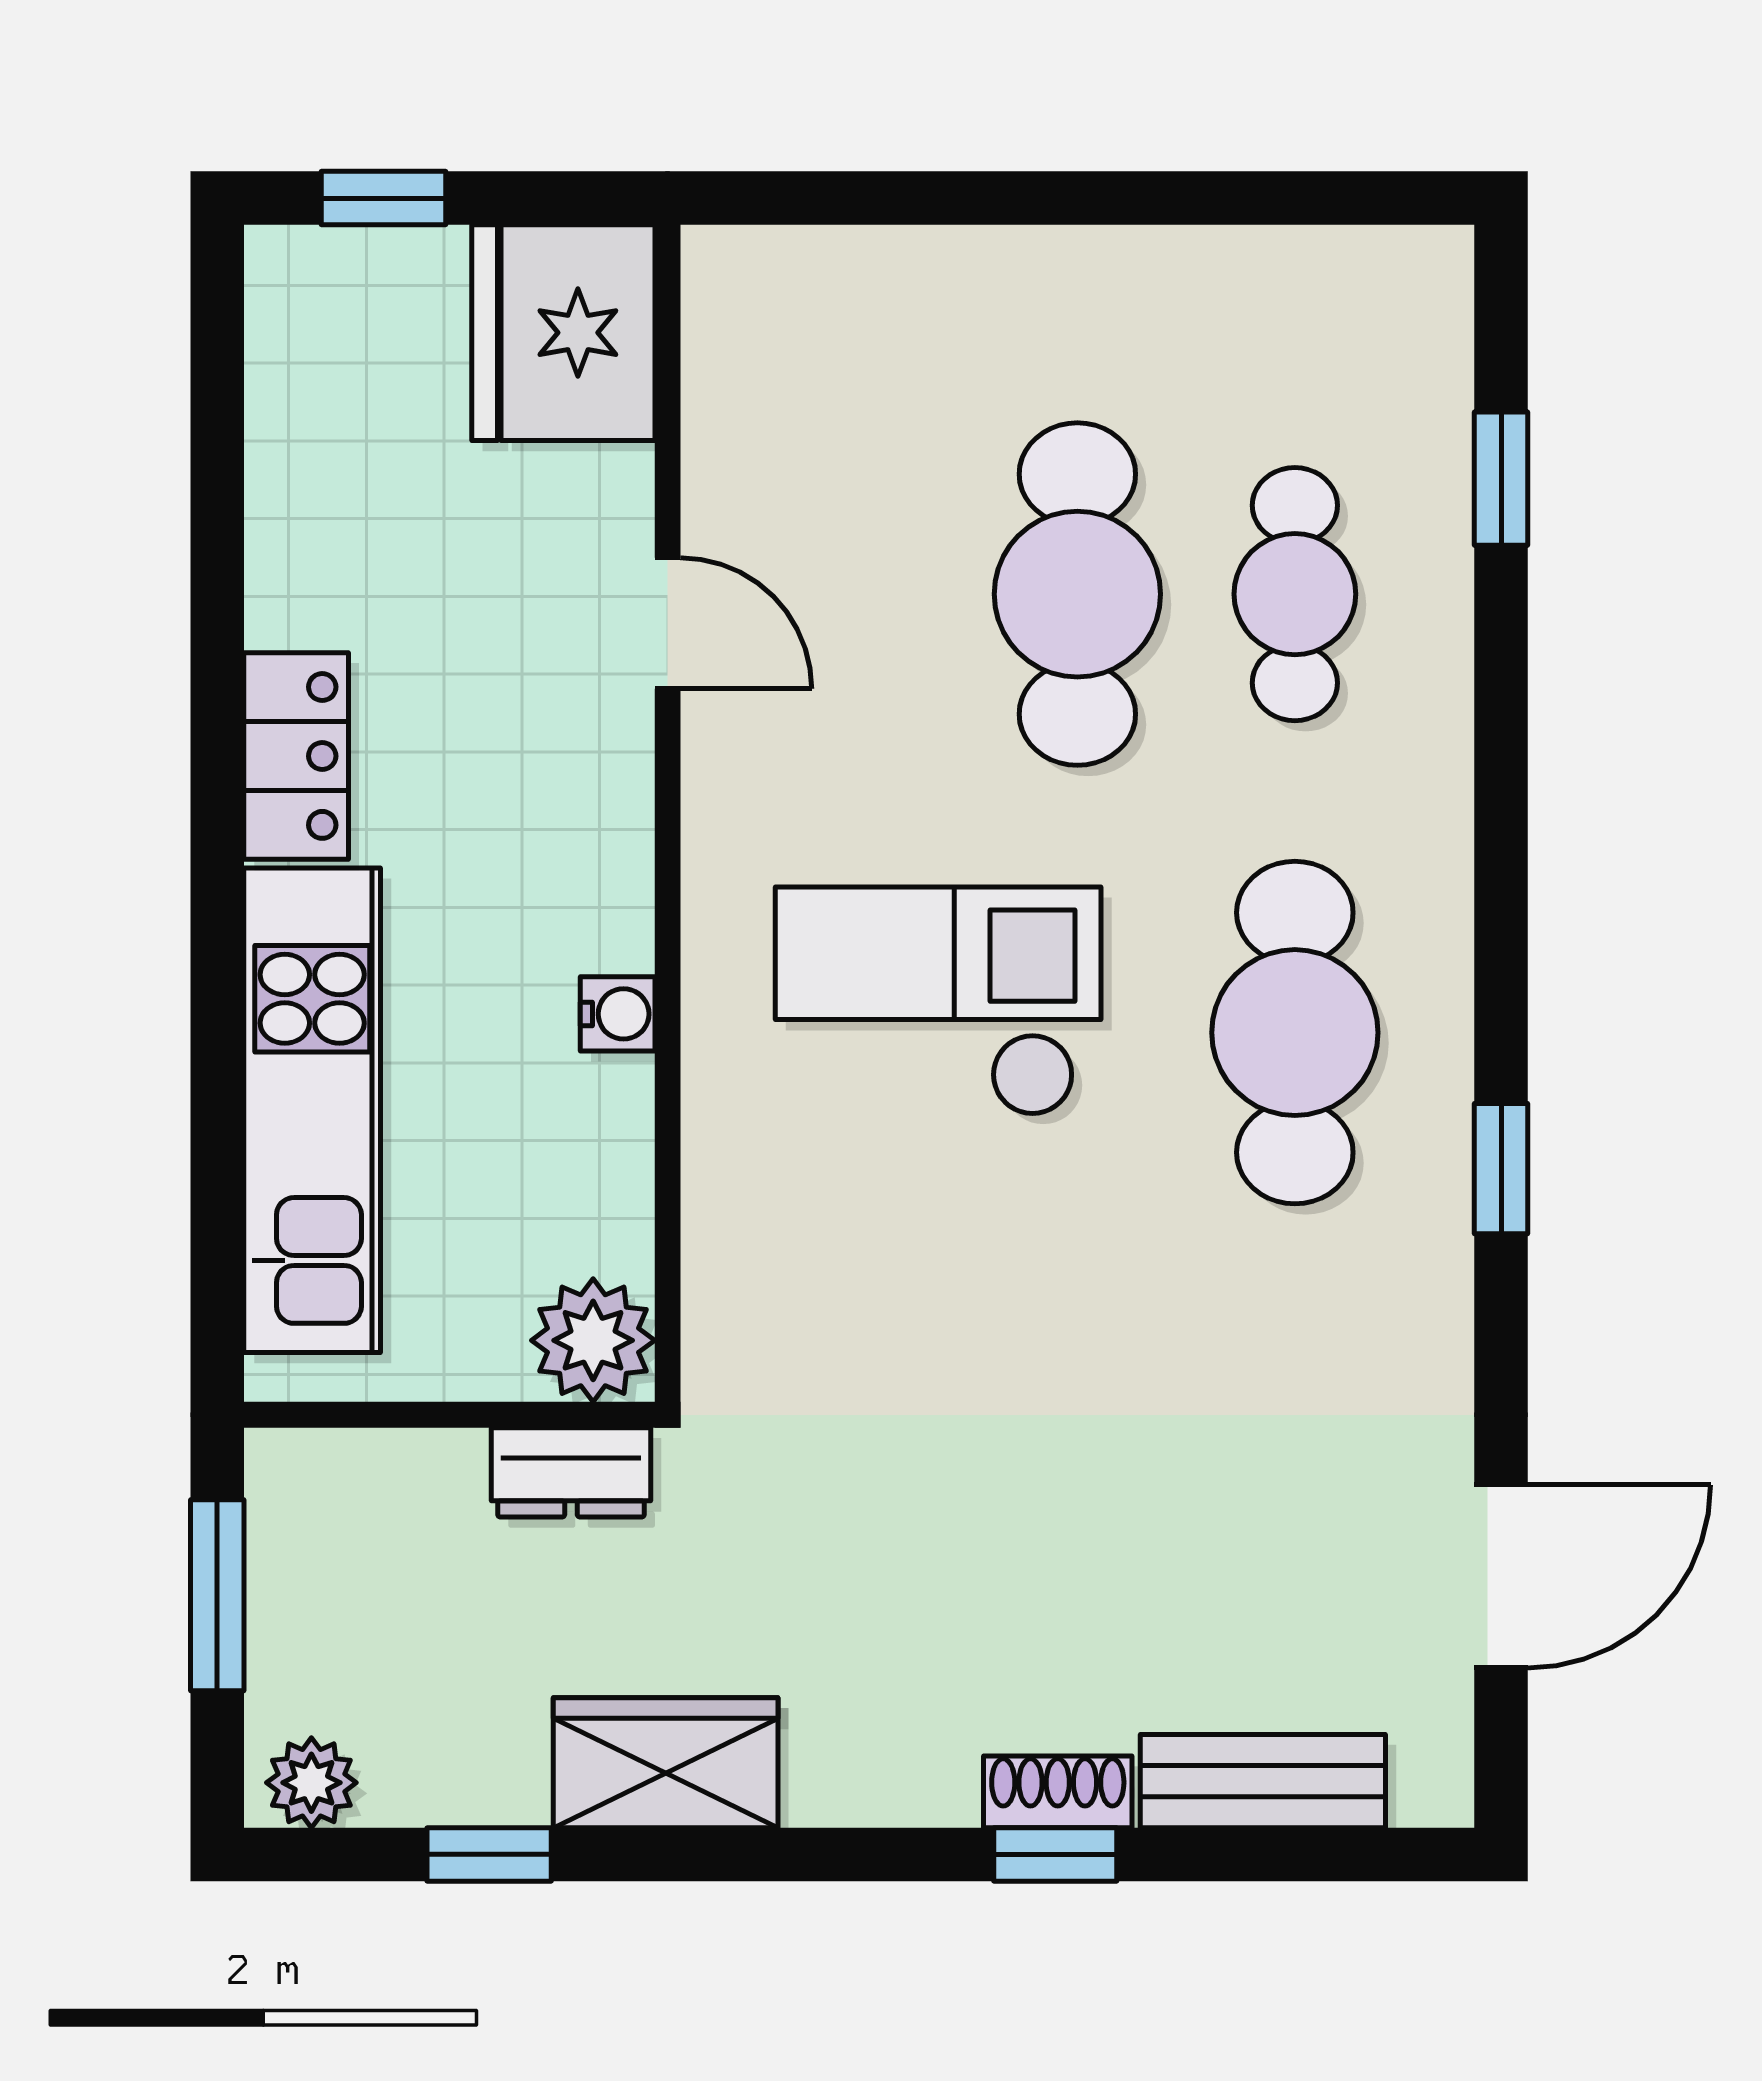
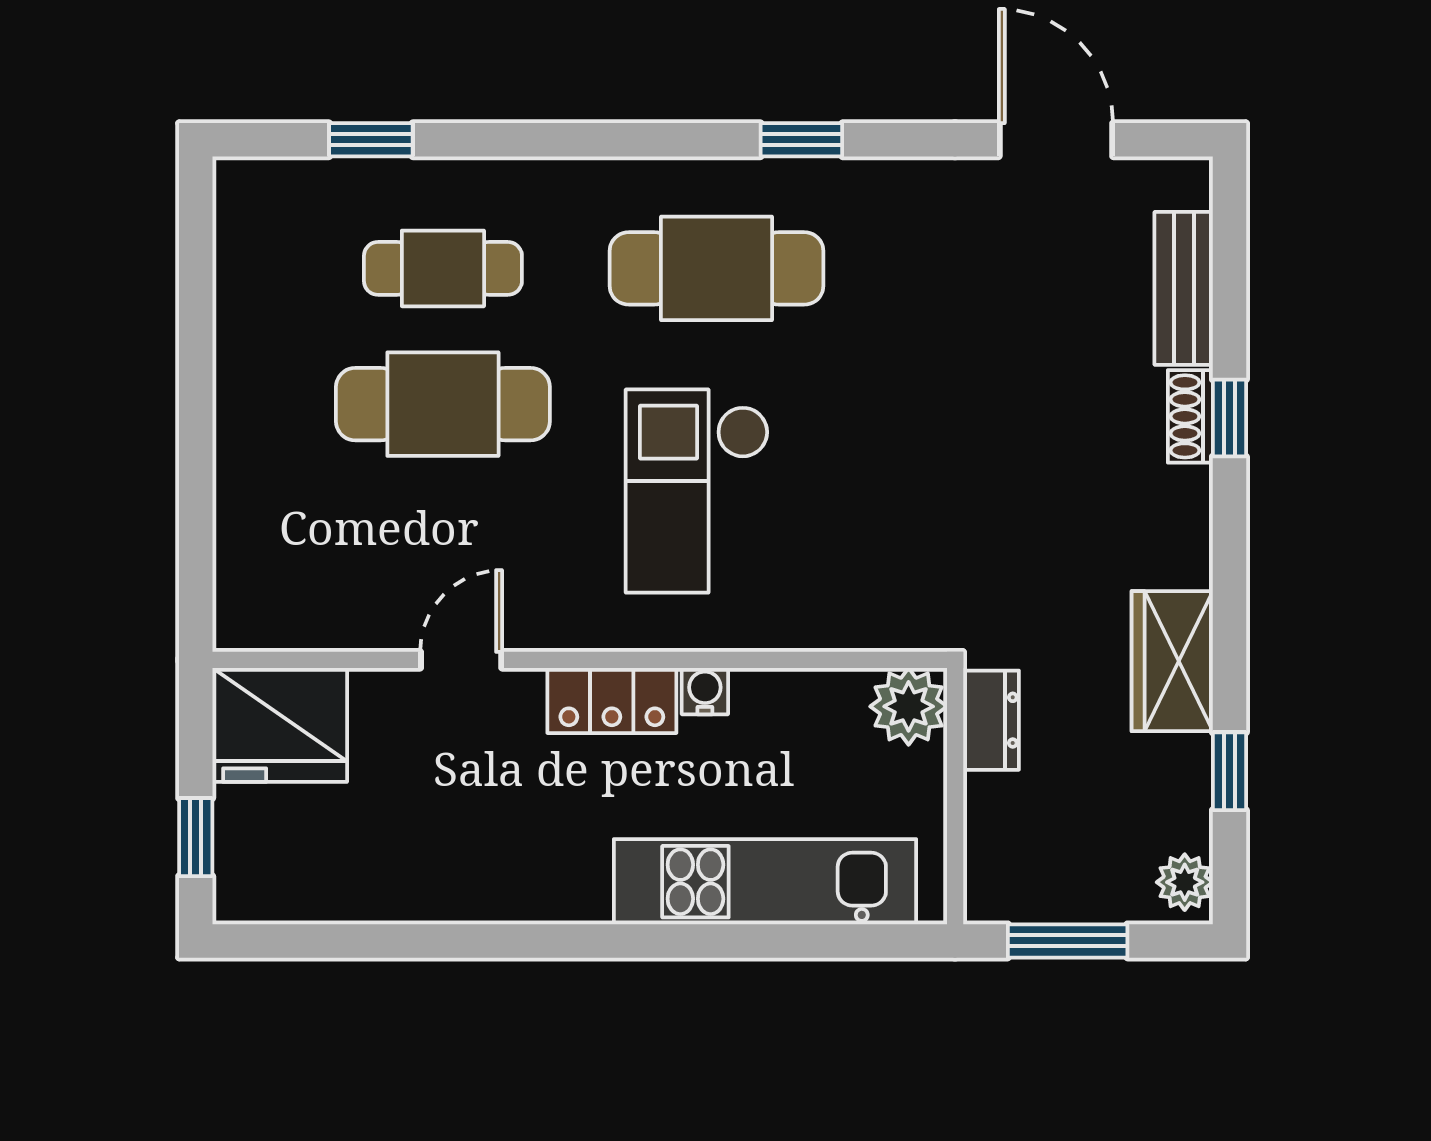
locker: (296, 756) -> (612, 700), moved, turned 180

